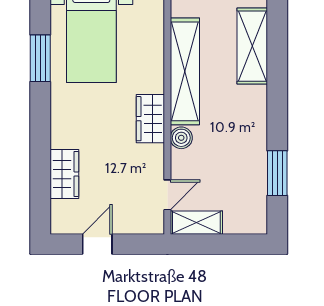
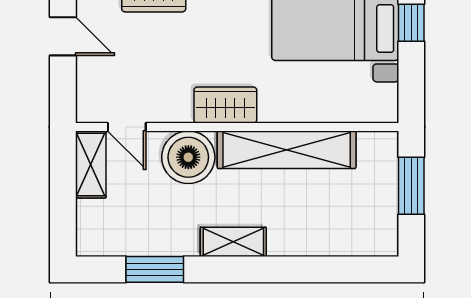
shelving: (252, 46) -> (233, 242), moved, width x0.67, depth x0.75
boiler: (181, 138) -> (188, 157), width x1.86, depth x1.86

